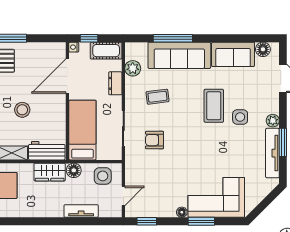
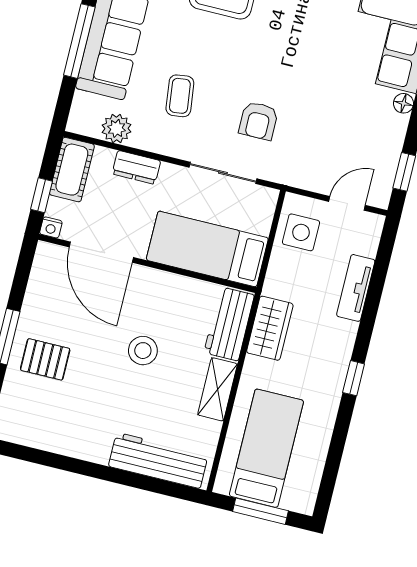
floor lamp: (74, 170) -> (278, 283), removed
door: (123, 196) -> (347, 203), hinge flipped
window: (35, 221) -> (354, 378), added

